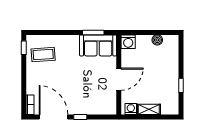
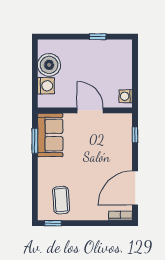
boiler: (157, 40) -> (49, 65), width x1.86, depth x1.86
washing machine: (128, 42) -> (46, 86), moved
shelving: (149, 109) -> (126, 75), removed
window: (80, 117) -> (135, 135), moved

